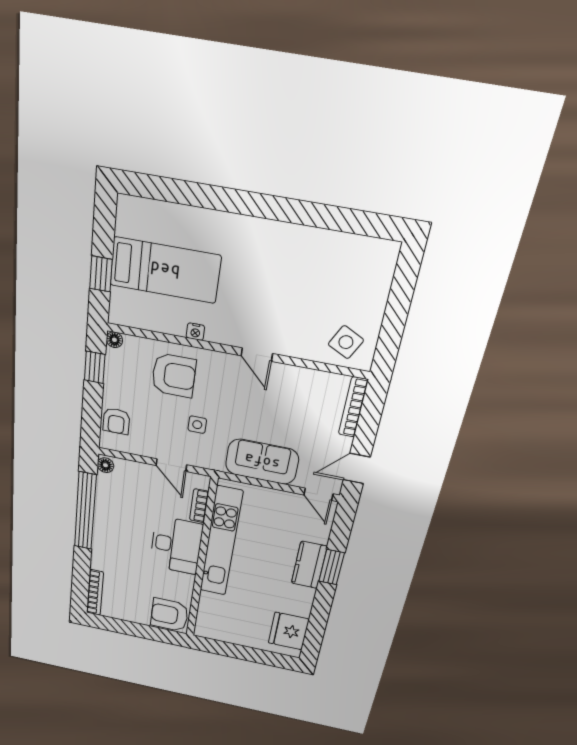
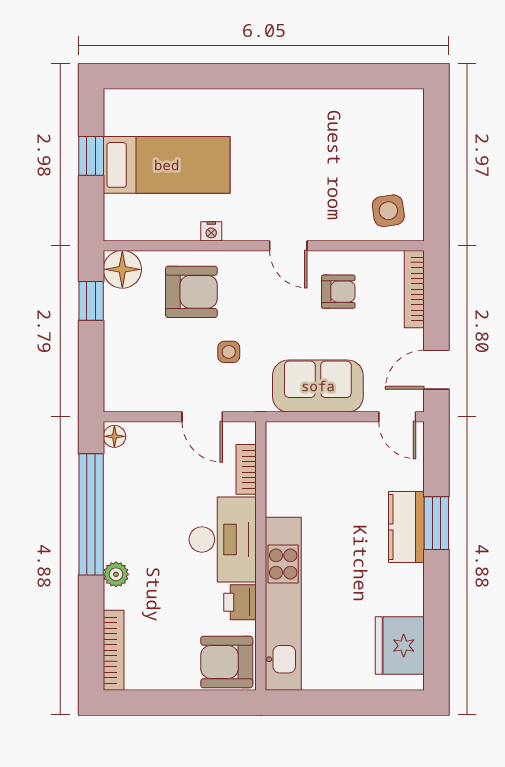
window: (101, 274) -> (91, 156), moved
floor lamp: (114, 340) -> (122, 269), width x1.89, depth x1.89
side table: (346, 342) -> (388, 211), turned -35
armchair: (116, 421) -> (338, 292), moved, turned -90
kitchen unit: (221, 542) -> (283, 604), moved
plant: (100, 550) -> (116, 574), added
printer: (183, 584) -> (240, 602), added

